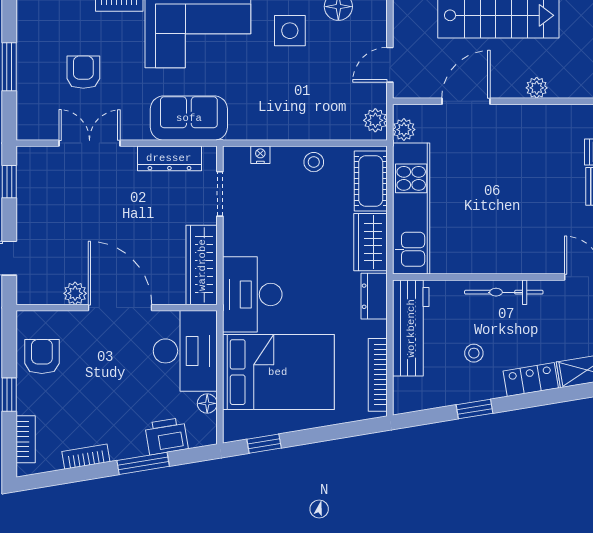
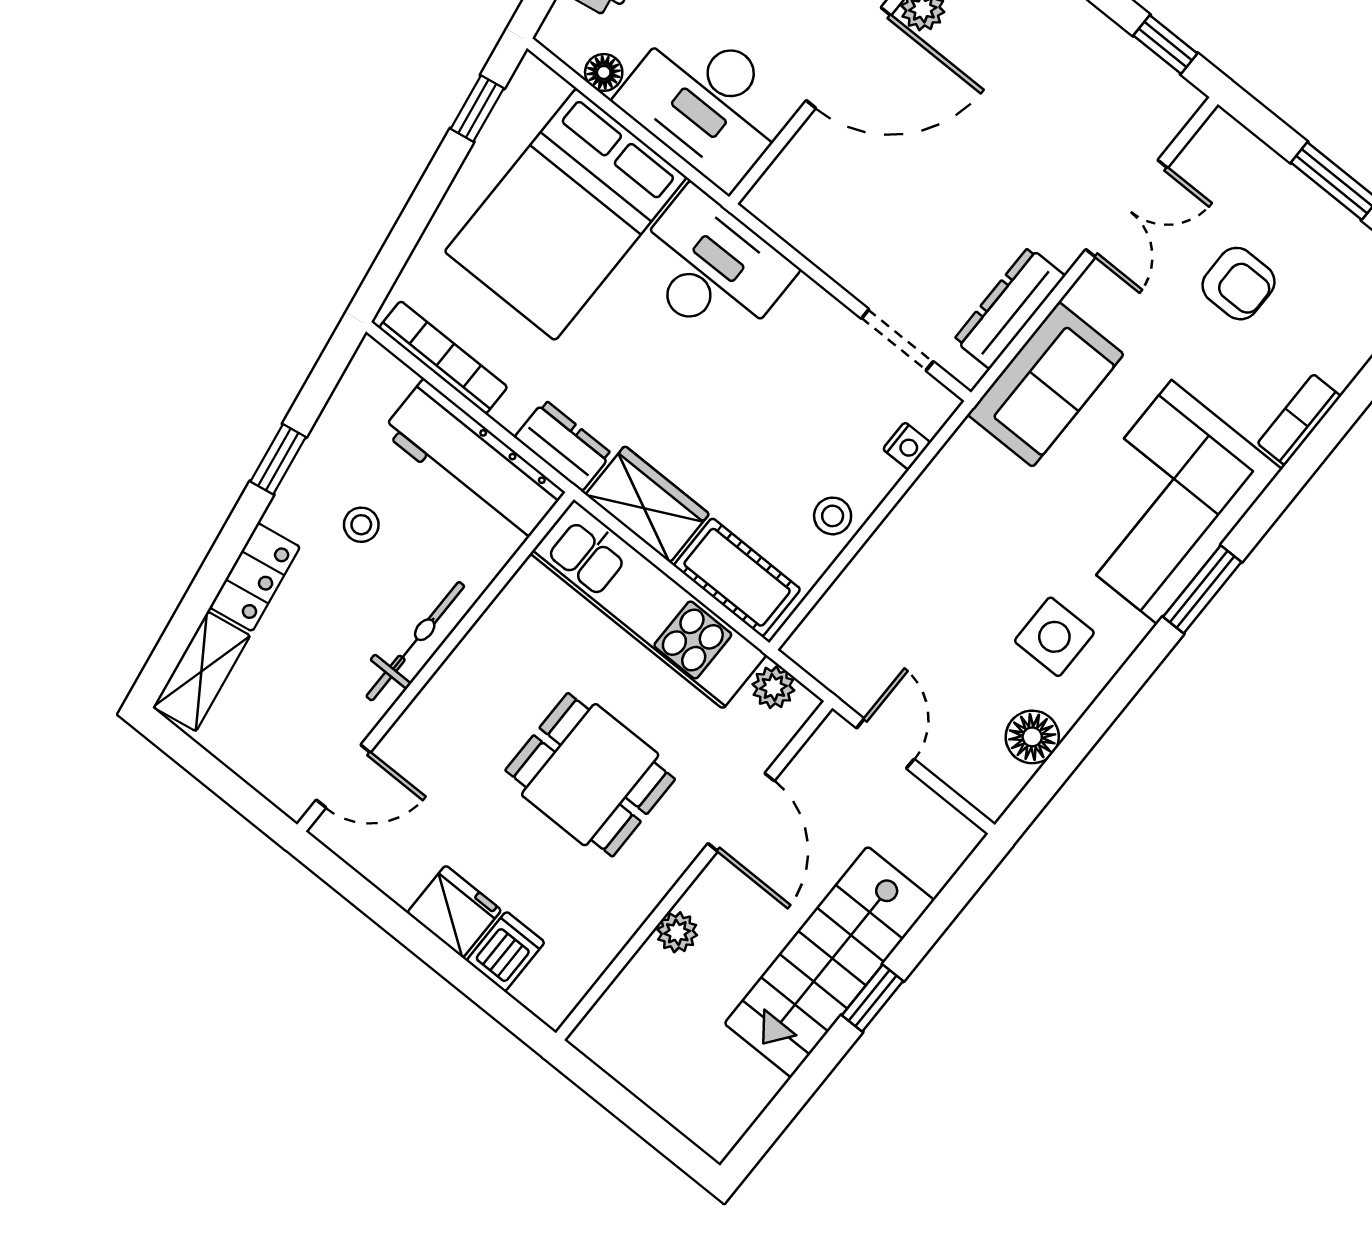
plant: (375, 120) -> (821, 656), removed
dining table: (501, 176) -> (590, 775), added
wardrobe: (202, 265) -> (814, 229), removed

